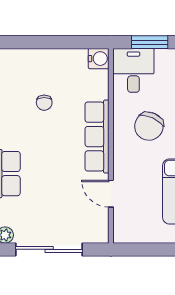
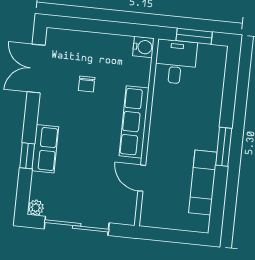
chair: (149, 126) -> (185, 117), removed

